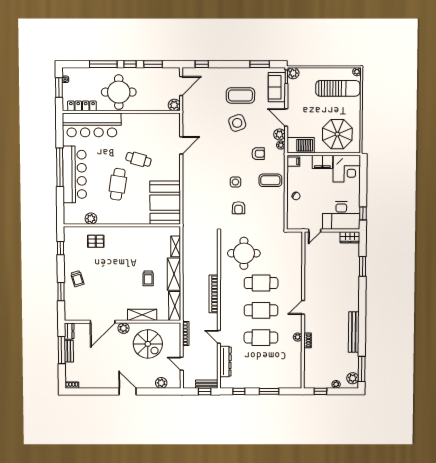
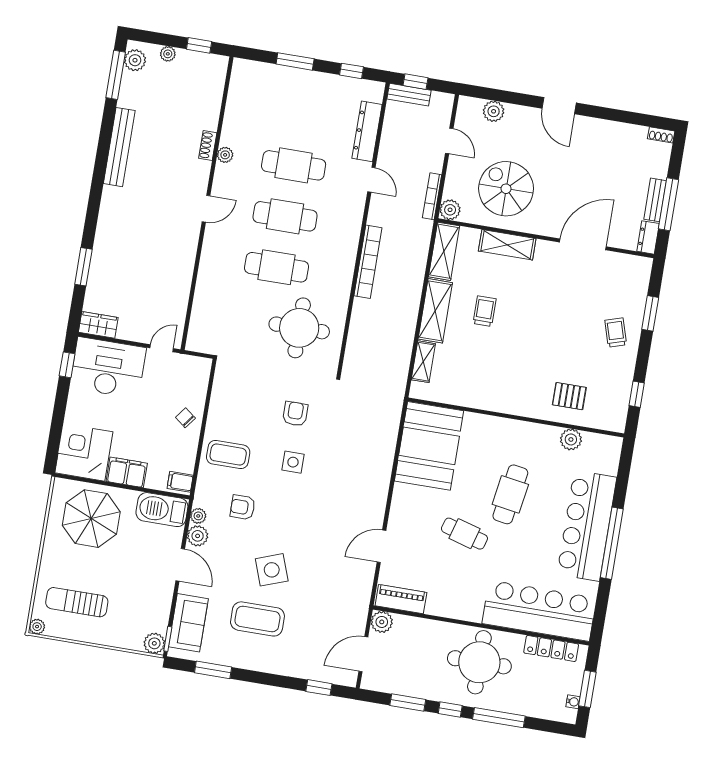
sun lounger: (338, 88) -> (77, 602), width x0.73, depth x0.75
piano: (166, 119) -> (401, 599), added
plant: (124, 328) -> (450, 210), moved

